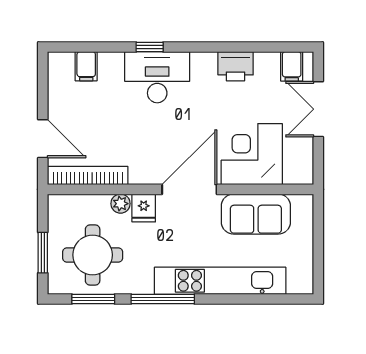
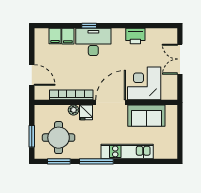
filing cabinet: (292, 66) -> (68, 36), moved
bookcase: (88, 176) -> (71, 95), moved
kitchen unit: (220, 281) -> (127, 151), width x0.73

